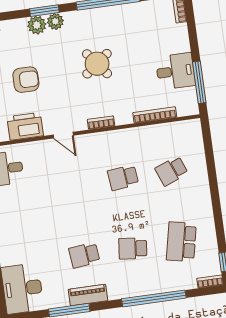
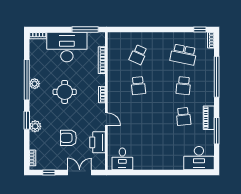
plant: (55, 21) -> (35, 84), moved
round table: (97, 64) -> (65, 92), turned 38
desk: (175, 71) -> (67, 47), width x1.87, depth x1.30
armchair: (26, 80) -> (68, 138), turned -90
door: (63, 135) -> (106, 119), hinge flipped
school desk: (171, 171) -> (138, 55), turned 45

